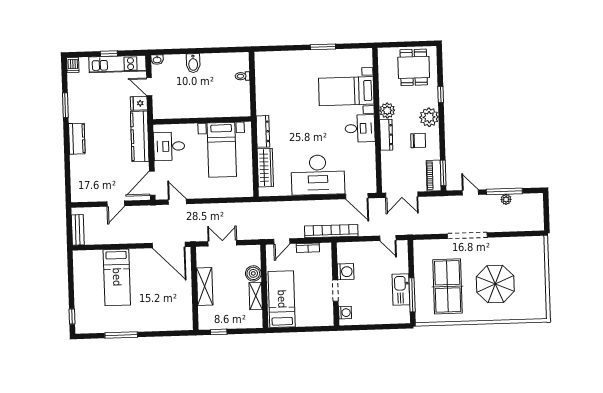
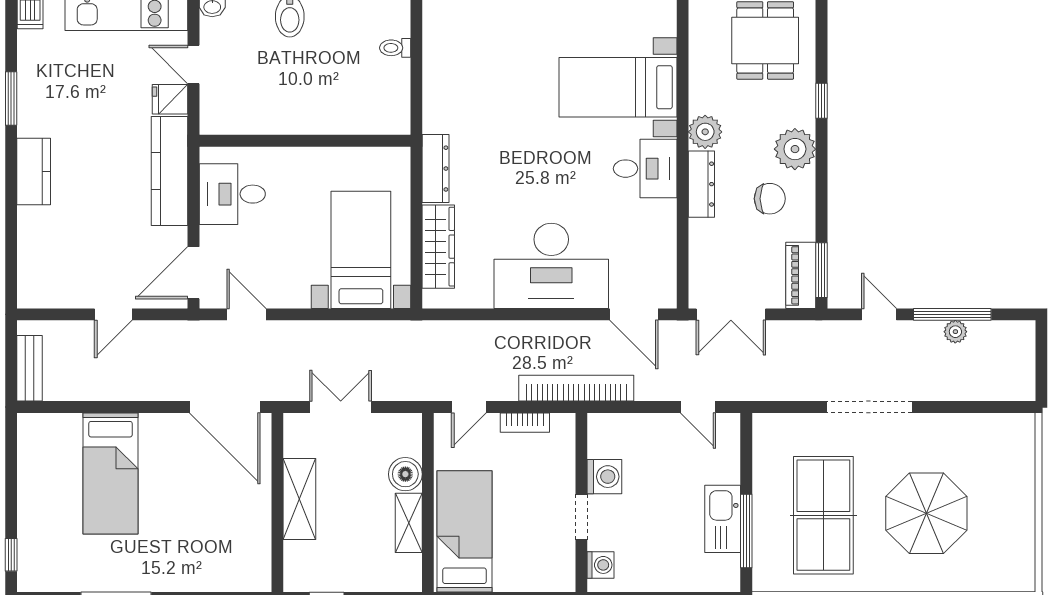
bed with nightstands: (222, 150) -> (361, 250), moved, turned 180

